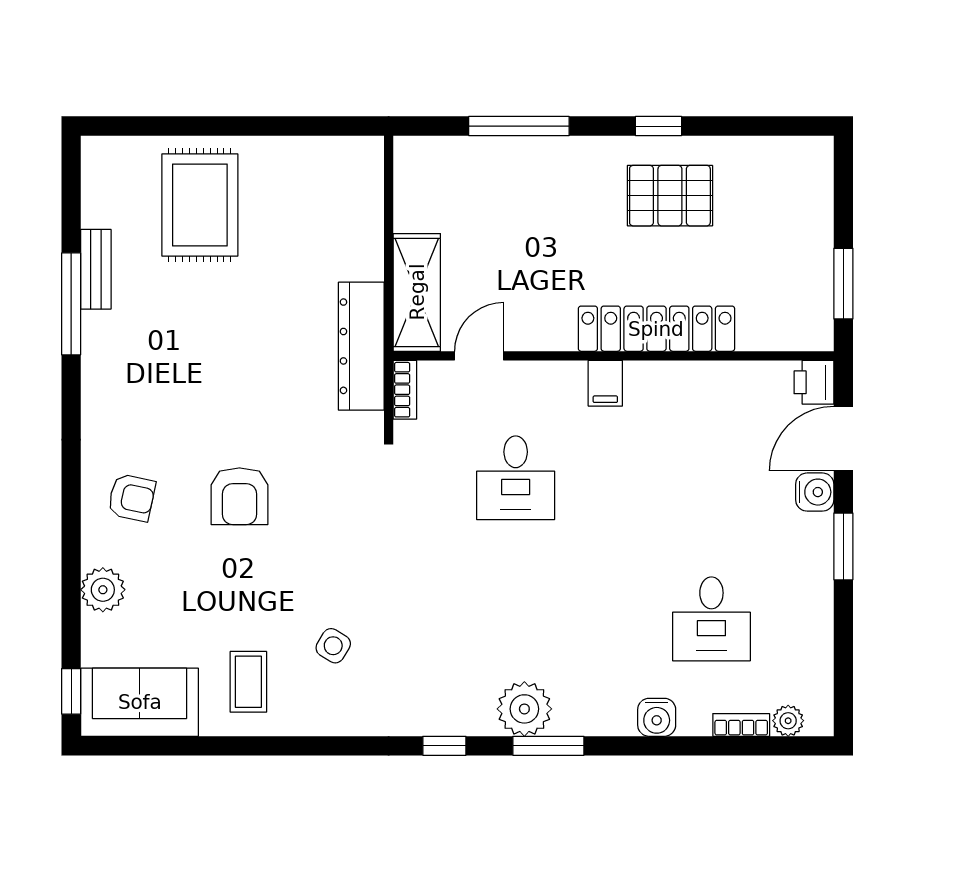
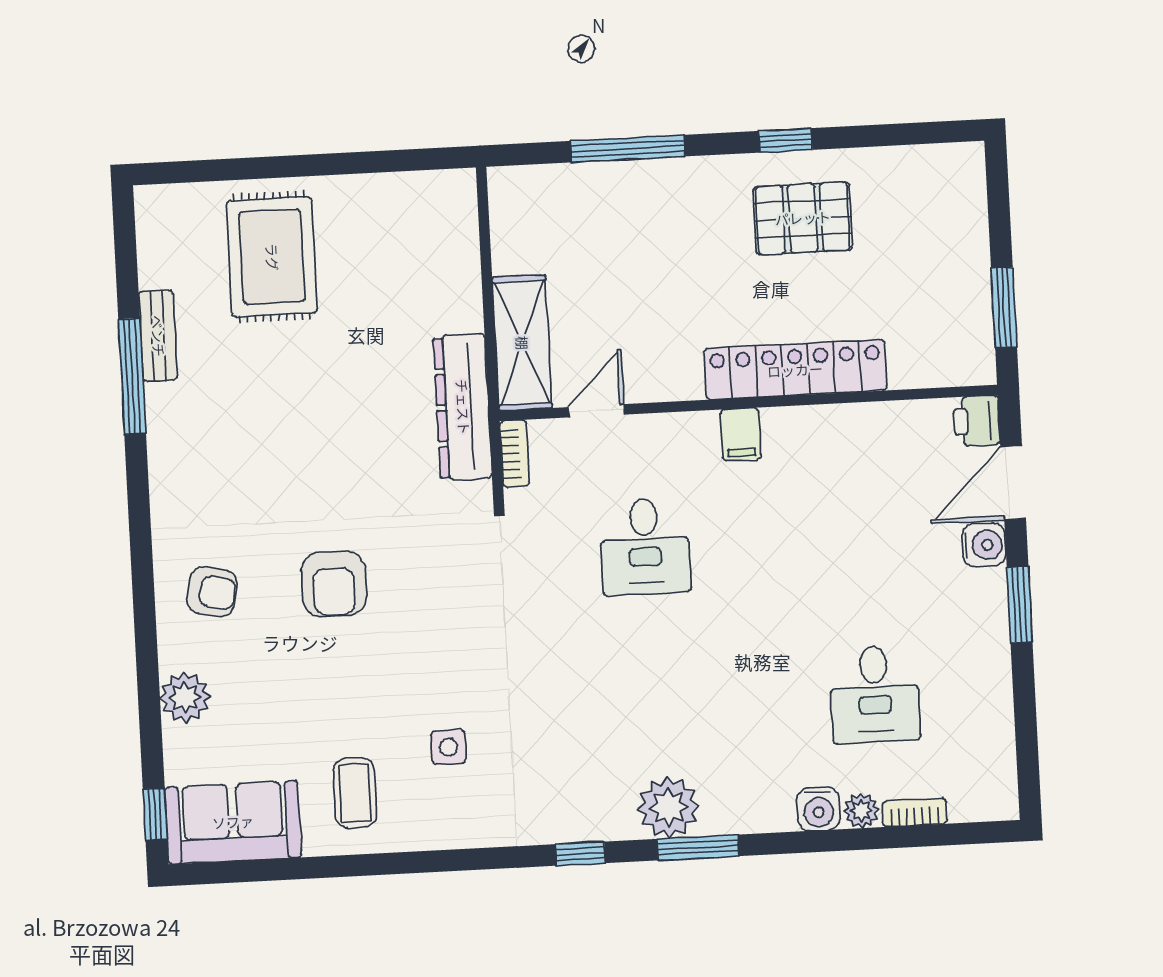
side table: (333, 646) -> (449, 747), turned -31
plant: (788, 721) -> (861, 811), moved

